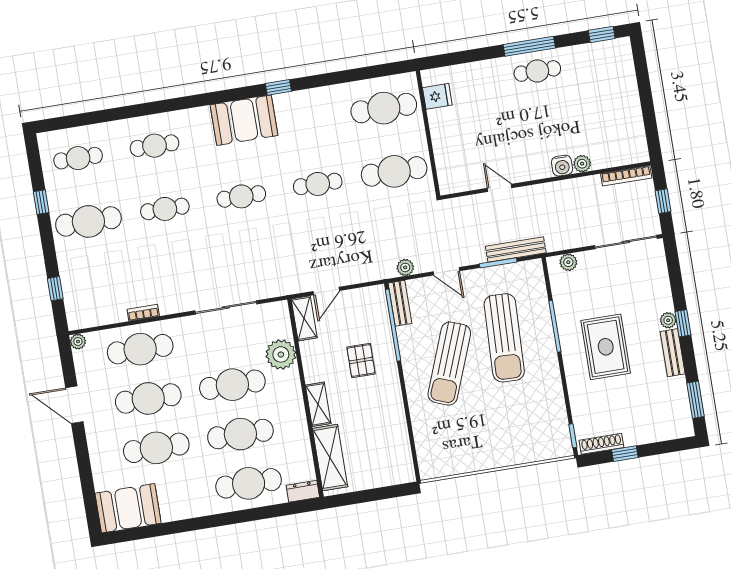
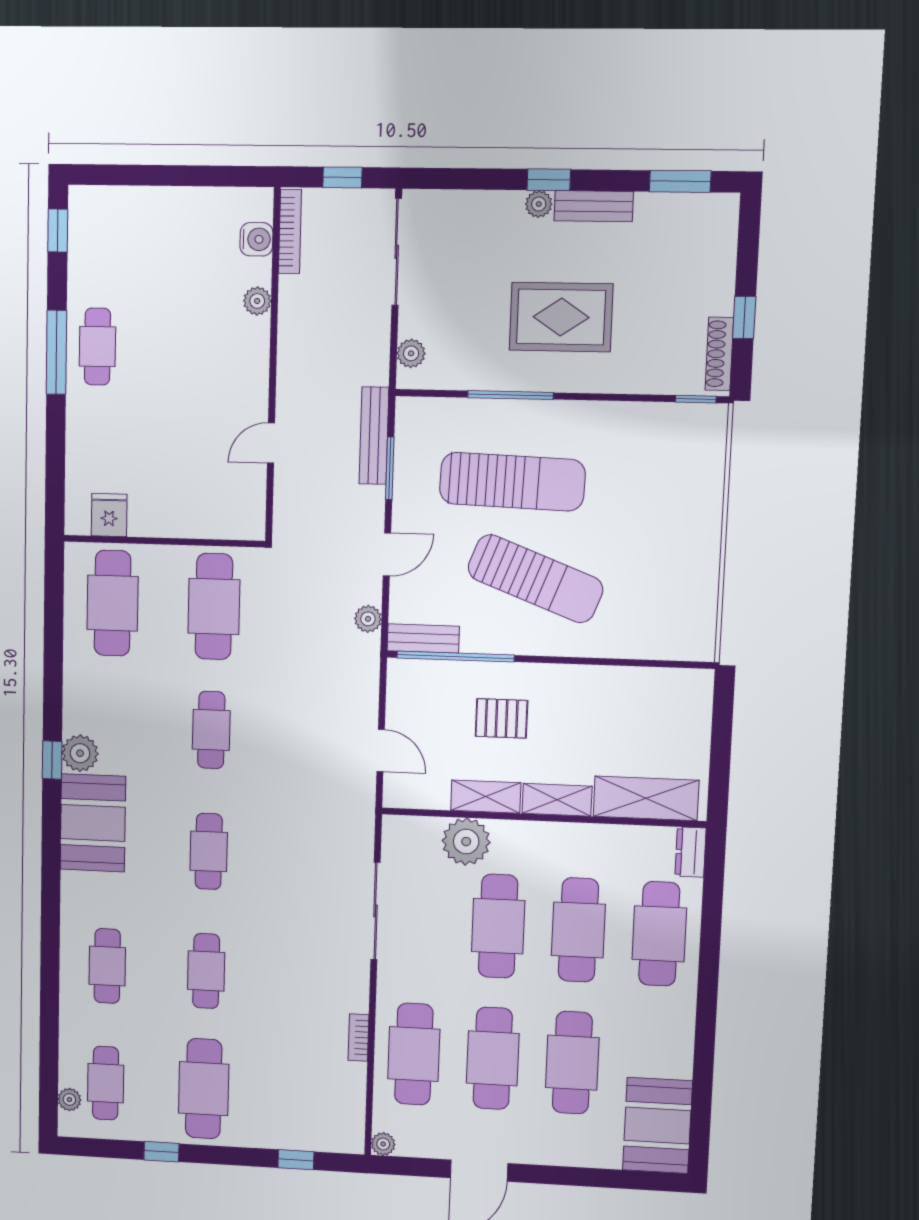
plant: (286, 104) -> (80, 753), added
plant: (62, 137) -> (69, 1100), added
water cooler: (562, 166) -> (256, 239), moved
shelving: (304, 318) -> (486, 797), moved

